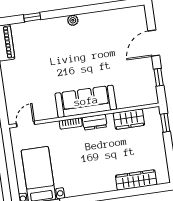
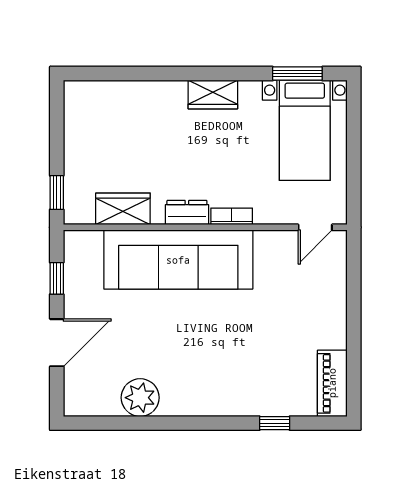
plant: (73, 20) -> (140, 398), moved, width x1.87, depth x1.87
sofa: (86, 101) -> (178, 260), width x1.36, depth x1.27
wardrobe: (136, 180) -> (213, 94), moved, width x0.67

